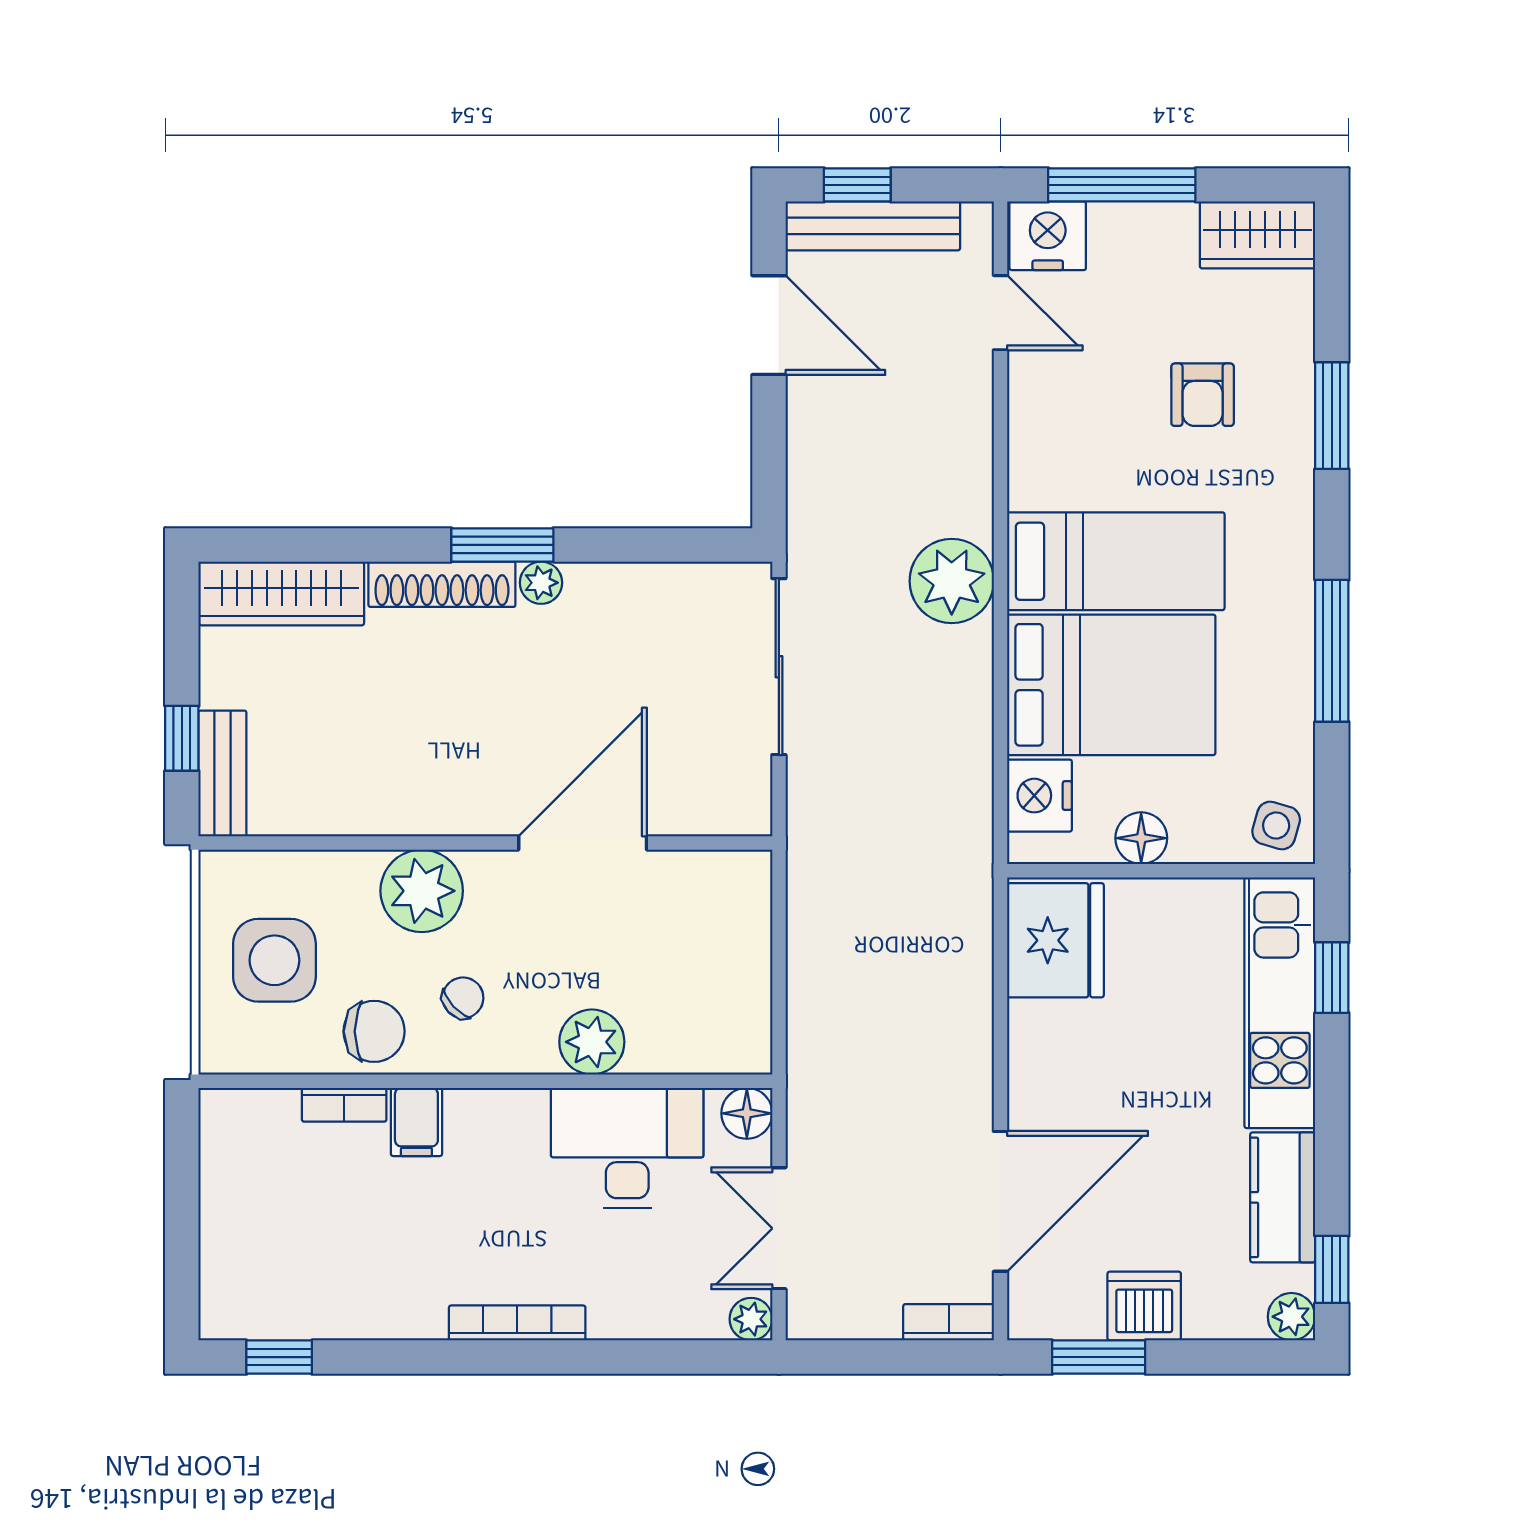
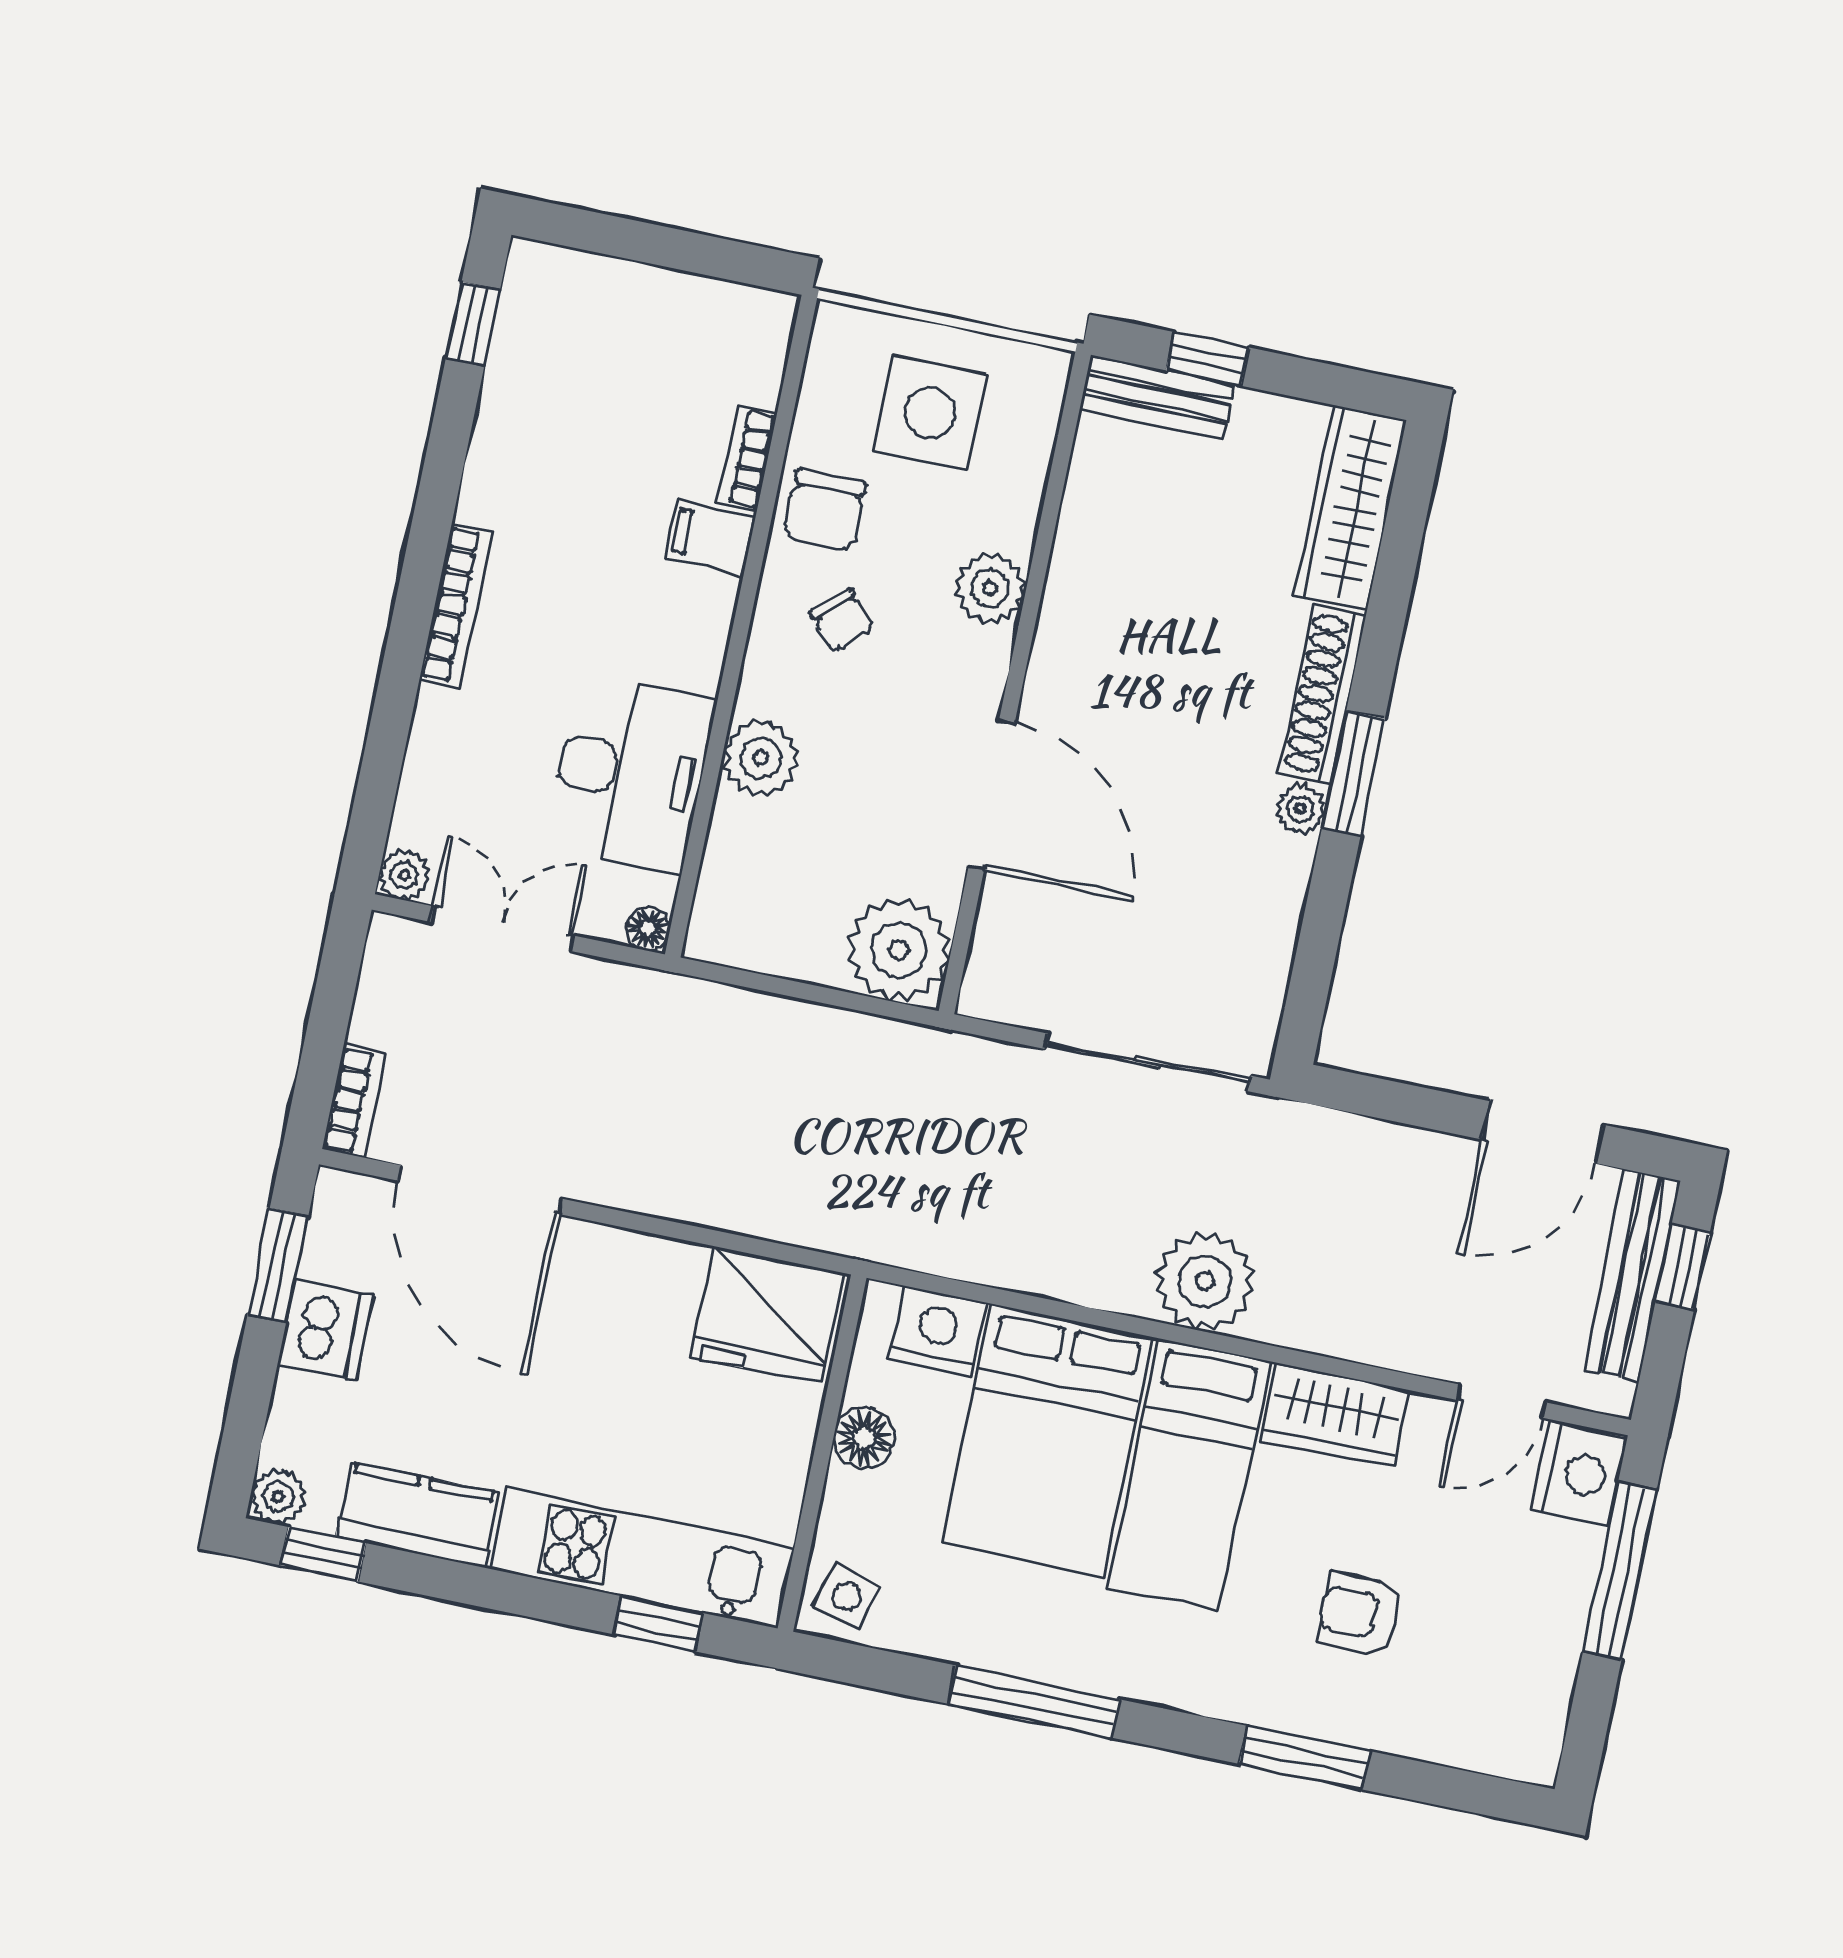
wardrobe: (1258, 235) -> (1334, 1415), moved, turned -90
plant: (422, 891) -> (990, 588), width x0.73, depth x0.73
plant: (728, 894) -> (899, 950), added
floor lamp: (747, 1113) -> (648, 929), width x0.73, depth x0.73

